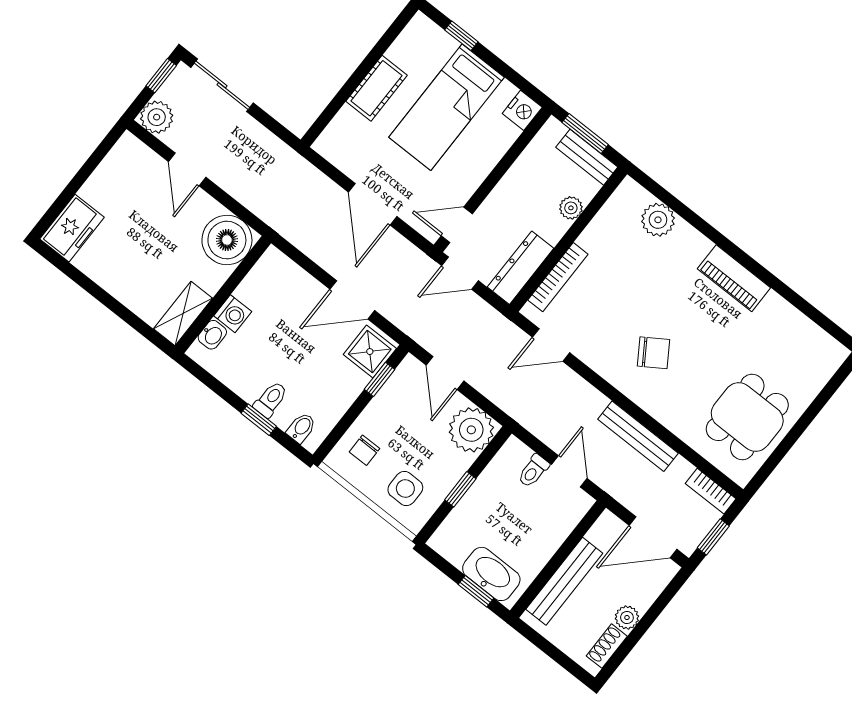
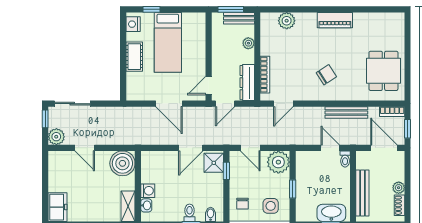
nightstand: (522, 110) -> (133, 24), moved, turned 180
toilet: (533, 471) -> (345, 159), moved
door: (653, 537) -> (384, 148), swing flipped

